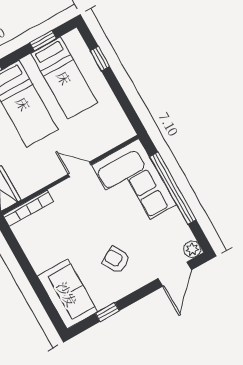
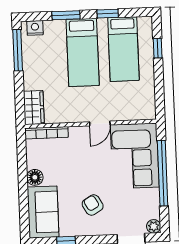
window: (43, 41) -> (108, 14), moved
door: (80, 169) -> (100, 123), swing flipped
floor lamp: (40, 262) -> (35, 177), added

